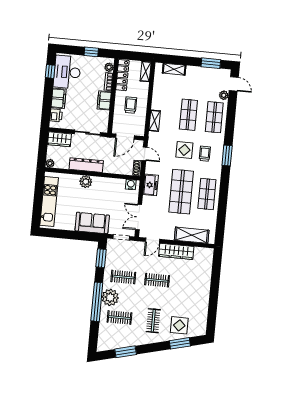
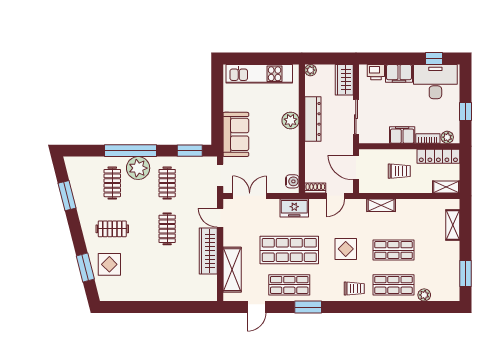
door: (234, 84) -> (257, 307), moved
trolley: (205, 154) -> (354, 289), moved
window: (227, 155) -> (308, 307), moved

